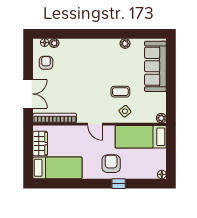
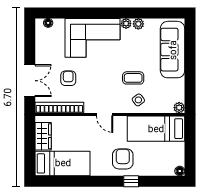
plant: (54, 43) -> (126, 23), moved
corner sofa: (84, 56) -> (92, 38), added
armchair: (46, 63) -> (68, 78), moved

